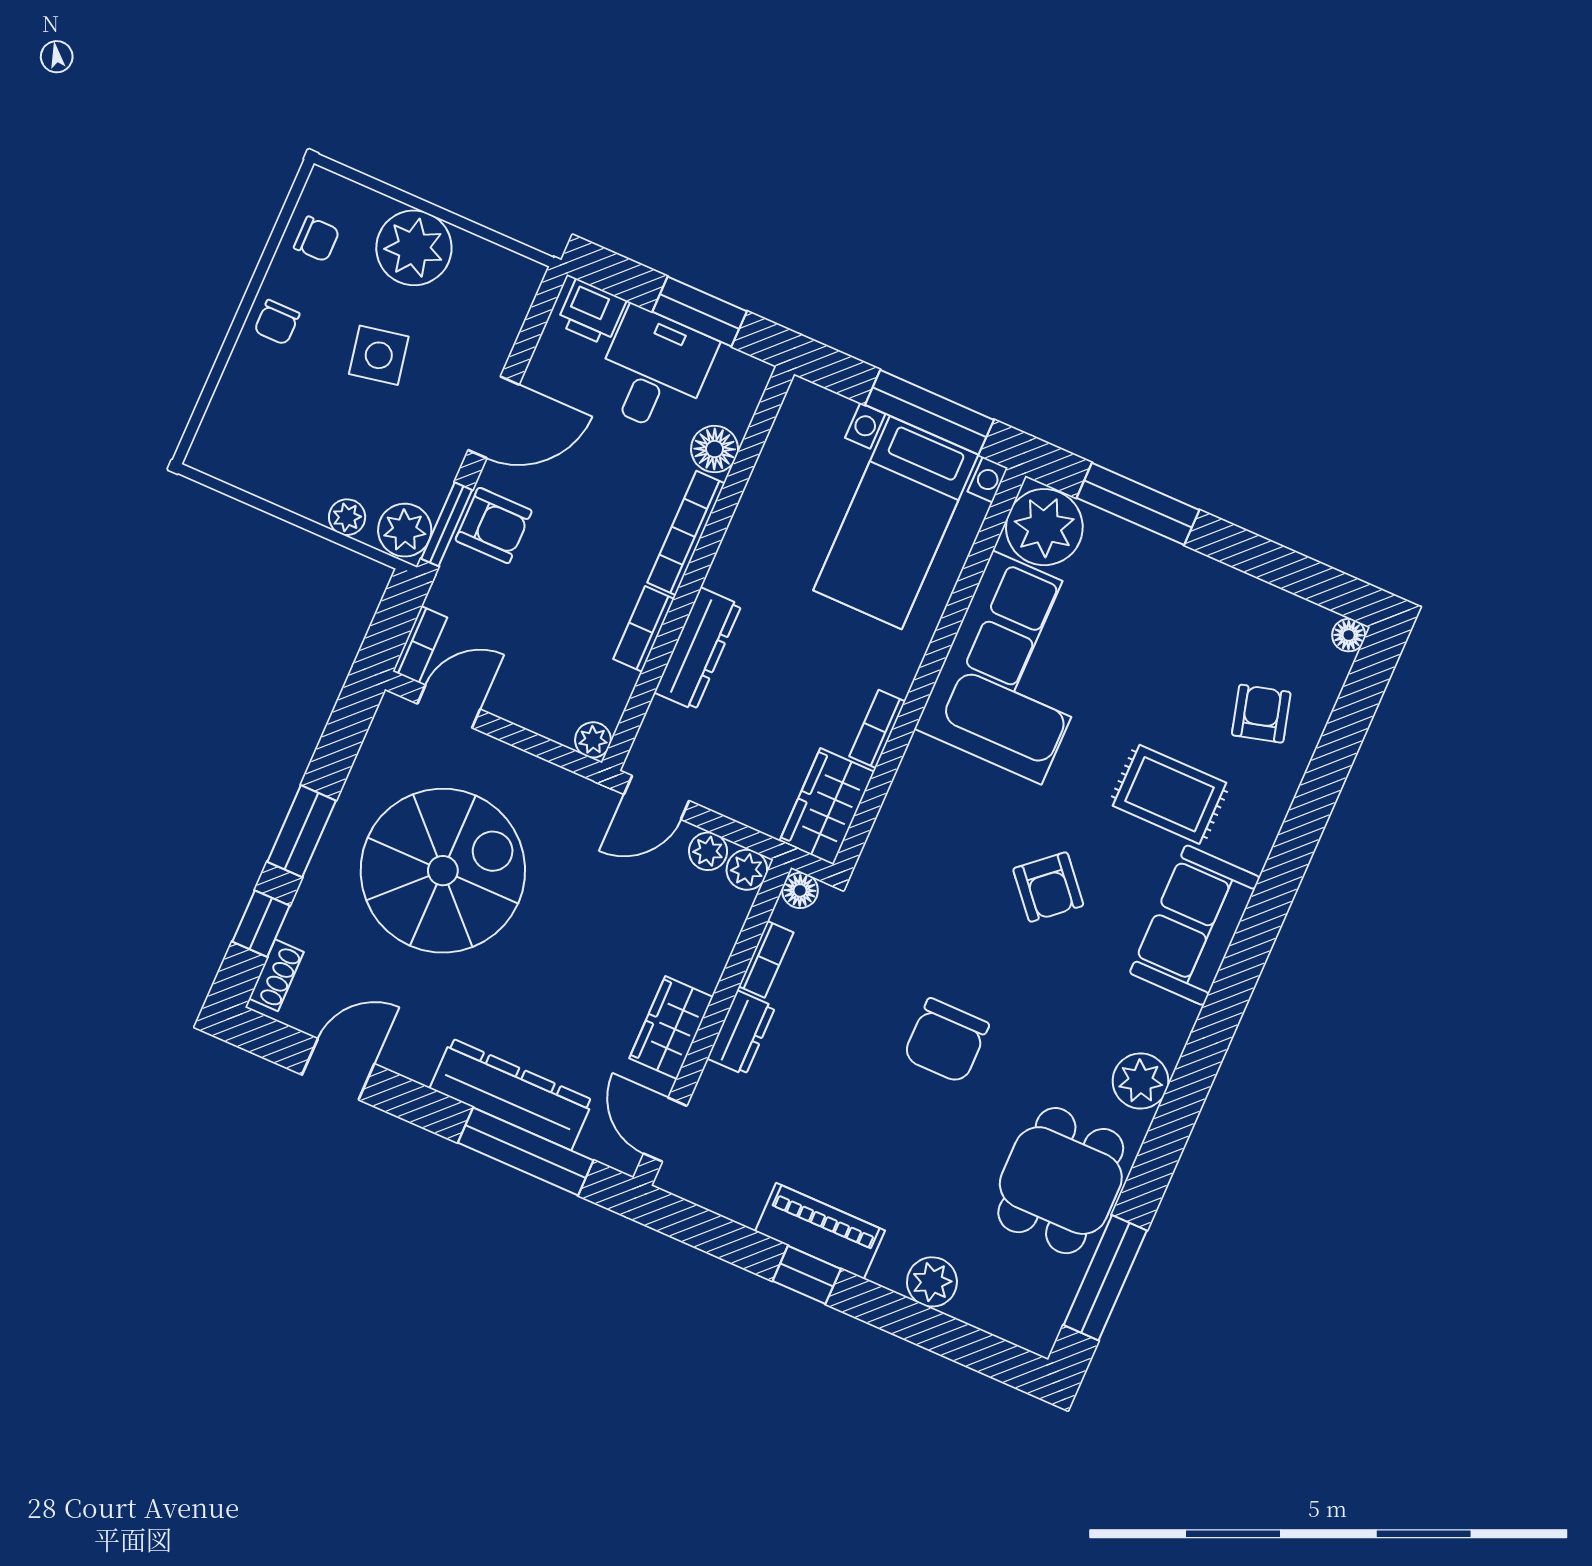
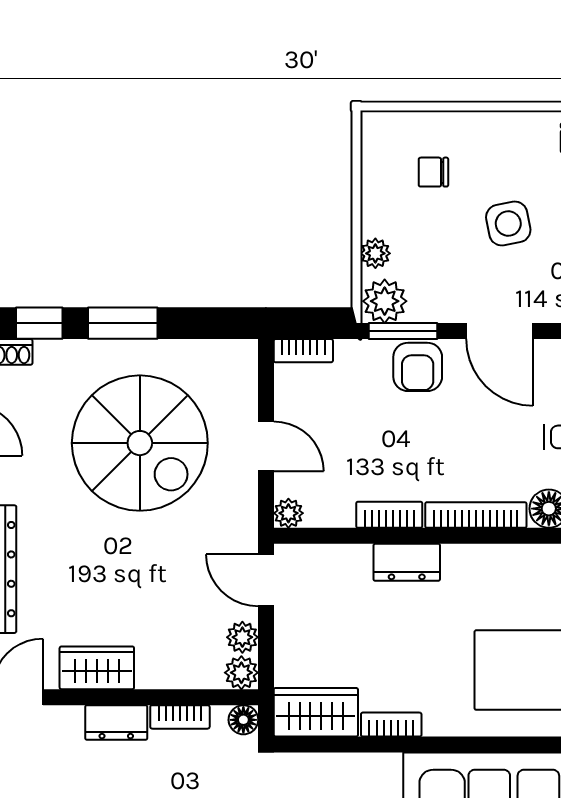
chair: (277, 322) -> (433, 172), moved
dresser: (698, 649) -> (407, 562), width x0.70
door: (449, 706) -> (266, 446), moved

